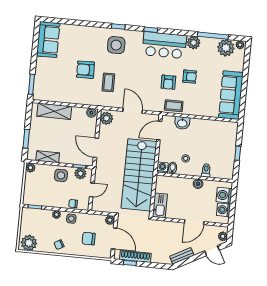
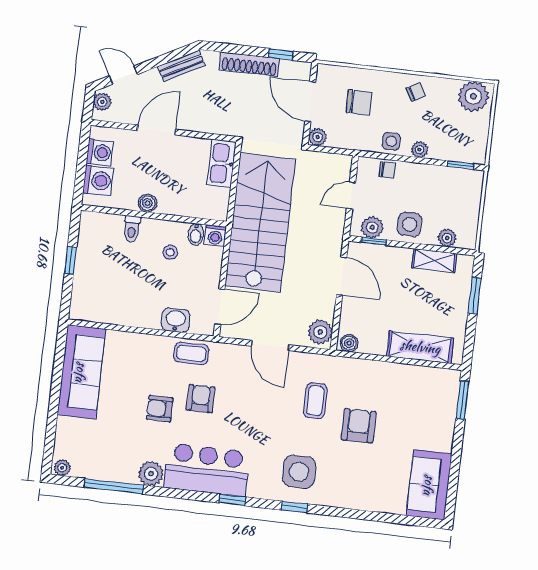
plant: (226, 48) -> (89, 462), removed
armchair: (86, 70) -> (359, 426), turned -89
plant: (30, 168) -> (447, 238), moved
shoe rack: (135, 256) -> (249, 64), moved

